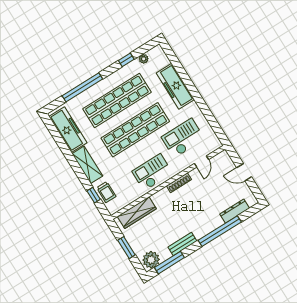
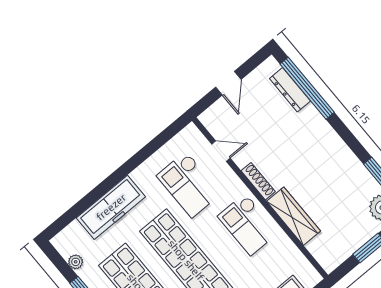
wardrobe: (137, 213) -> (294, 216), moved
window: (220, 231) -> (307, 88), moved
bench: (182, 244) -> (352, 163), removed

